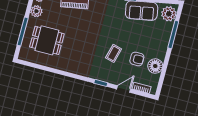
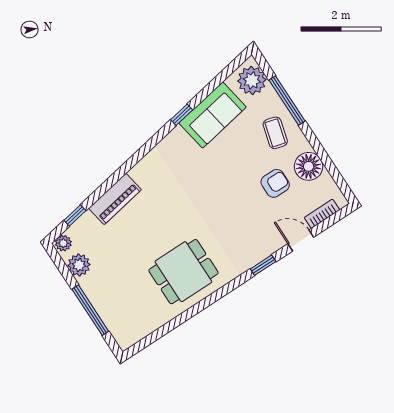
dining table: (47, 40) -> (183, 272), moved
coffee table: (114, 53) -> (275, 133), moved
door: (124, 89) -> (301, 240), hinge flipped

